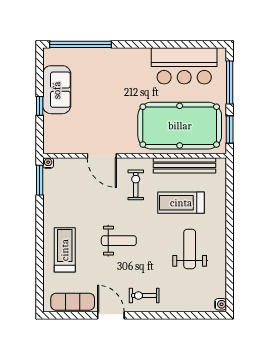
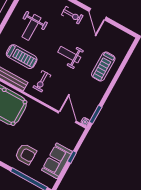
armchair: (103, 76) -> (26, 154), added
door: (102, 156) -> (67, 117), moved
exercise mat: (73, 302) -> (115, 34), removed

